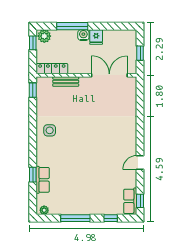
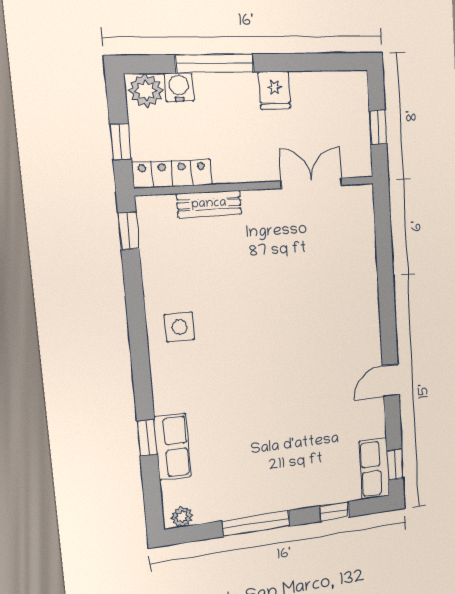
water cooler: (83, 35) -> (179, 87), moved
window: (33, 43) -> (121, 142), moved
double door: (109, 75) -> (312, 183), width x0.73

